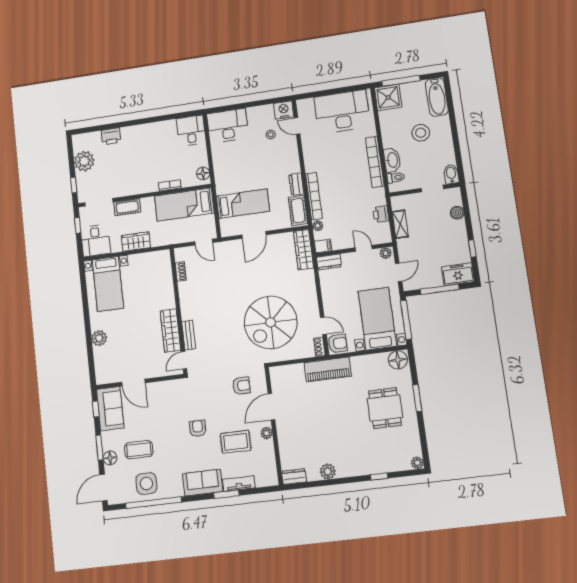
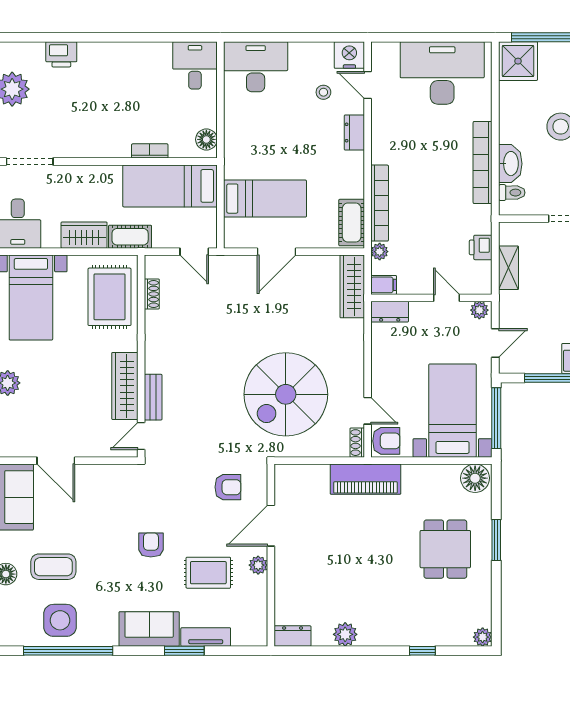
dresser: (296, 184) -> (354, 133), moved
cot: (127, 207) -> (130, 237), moved
rug: (155, 277) -> (110, 297), added

